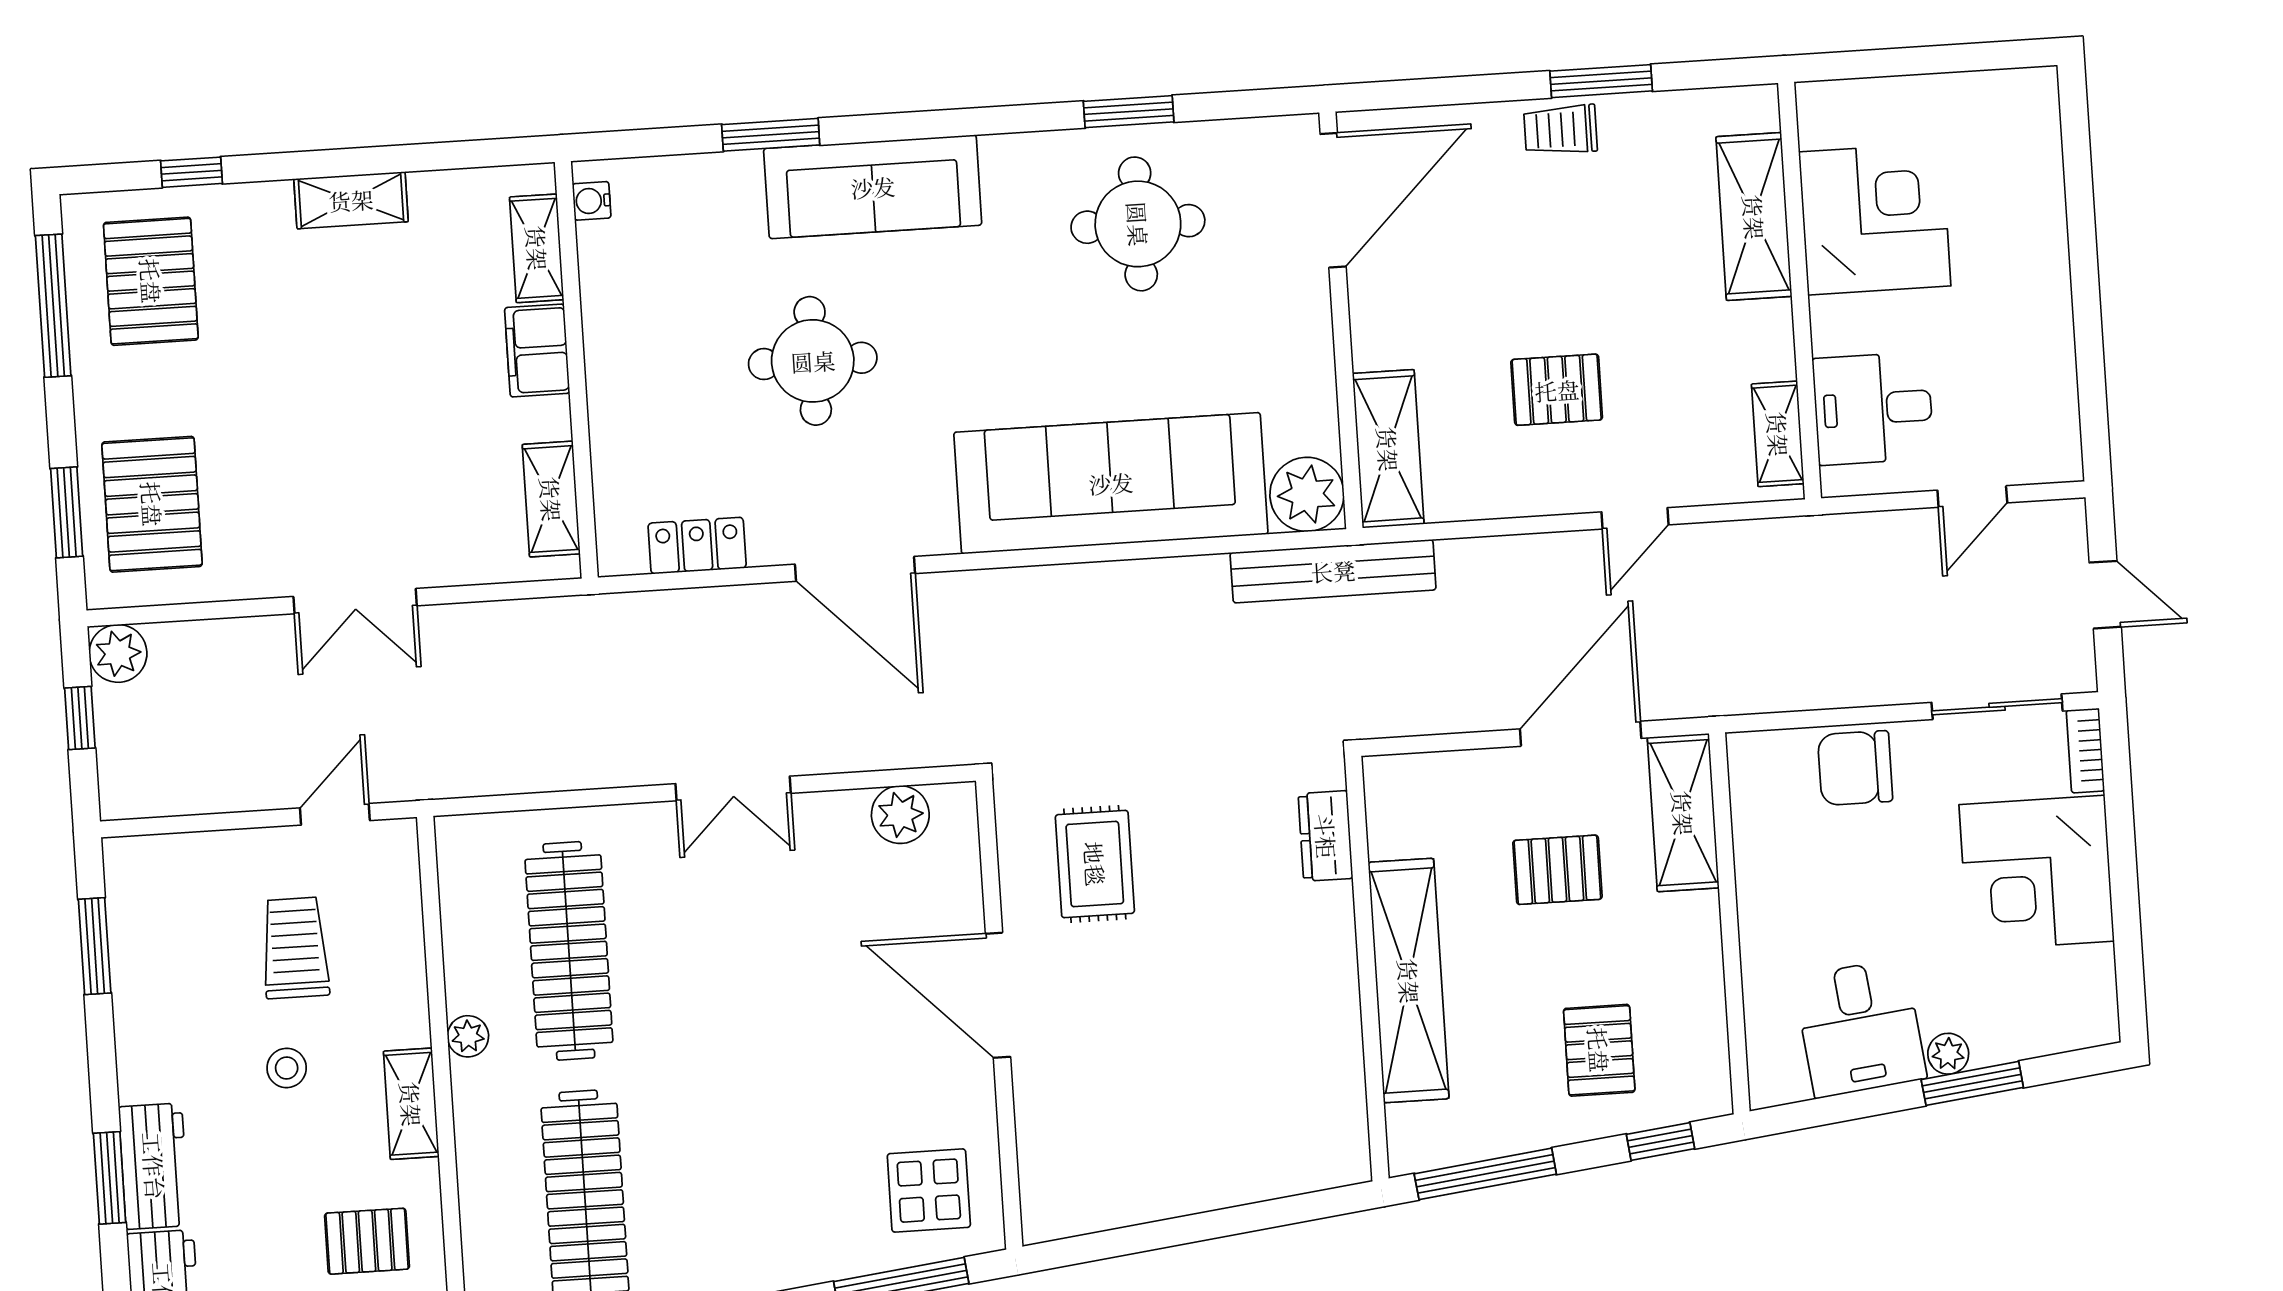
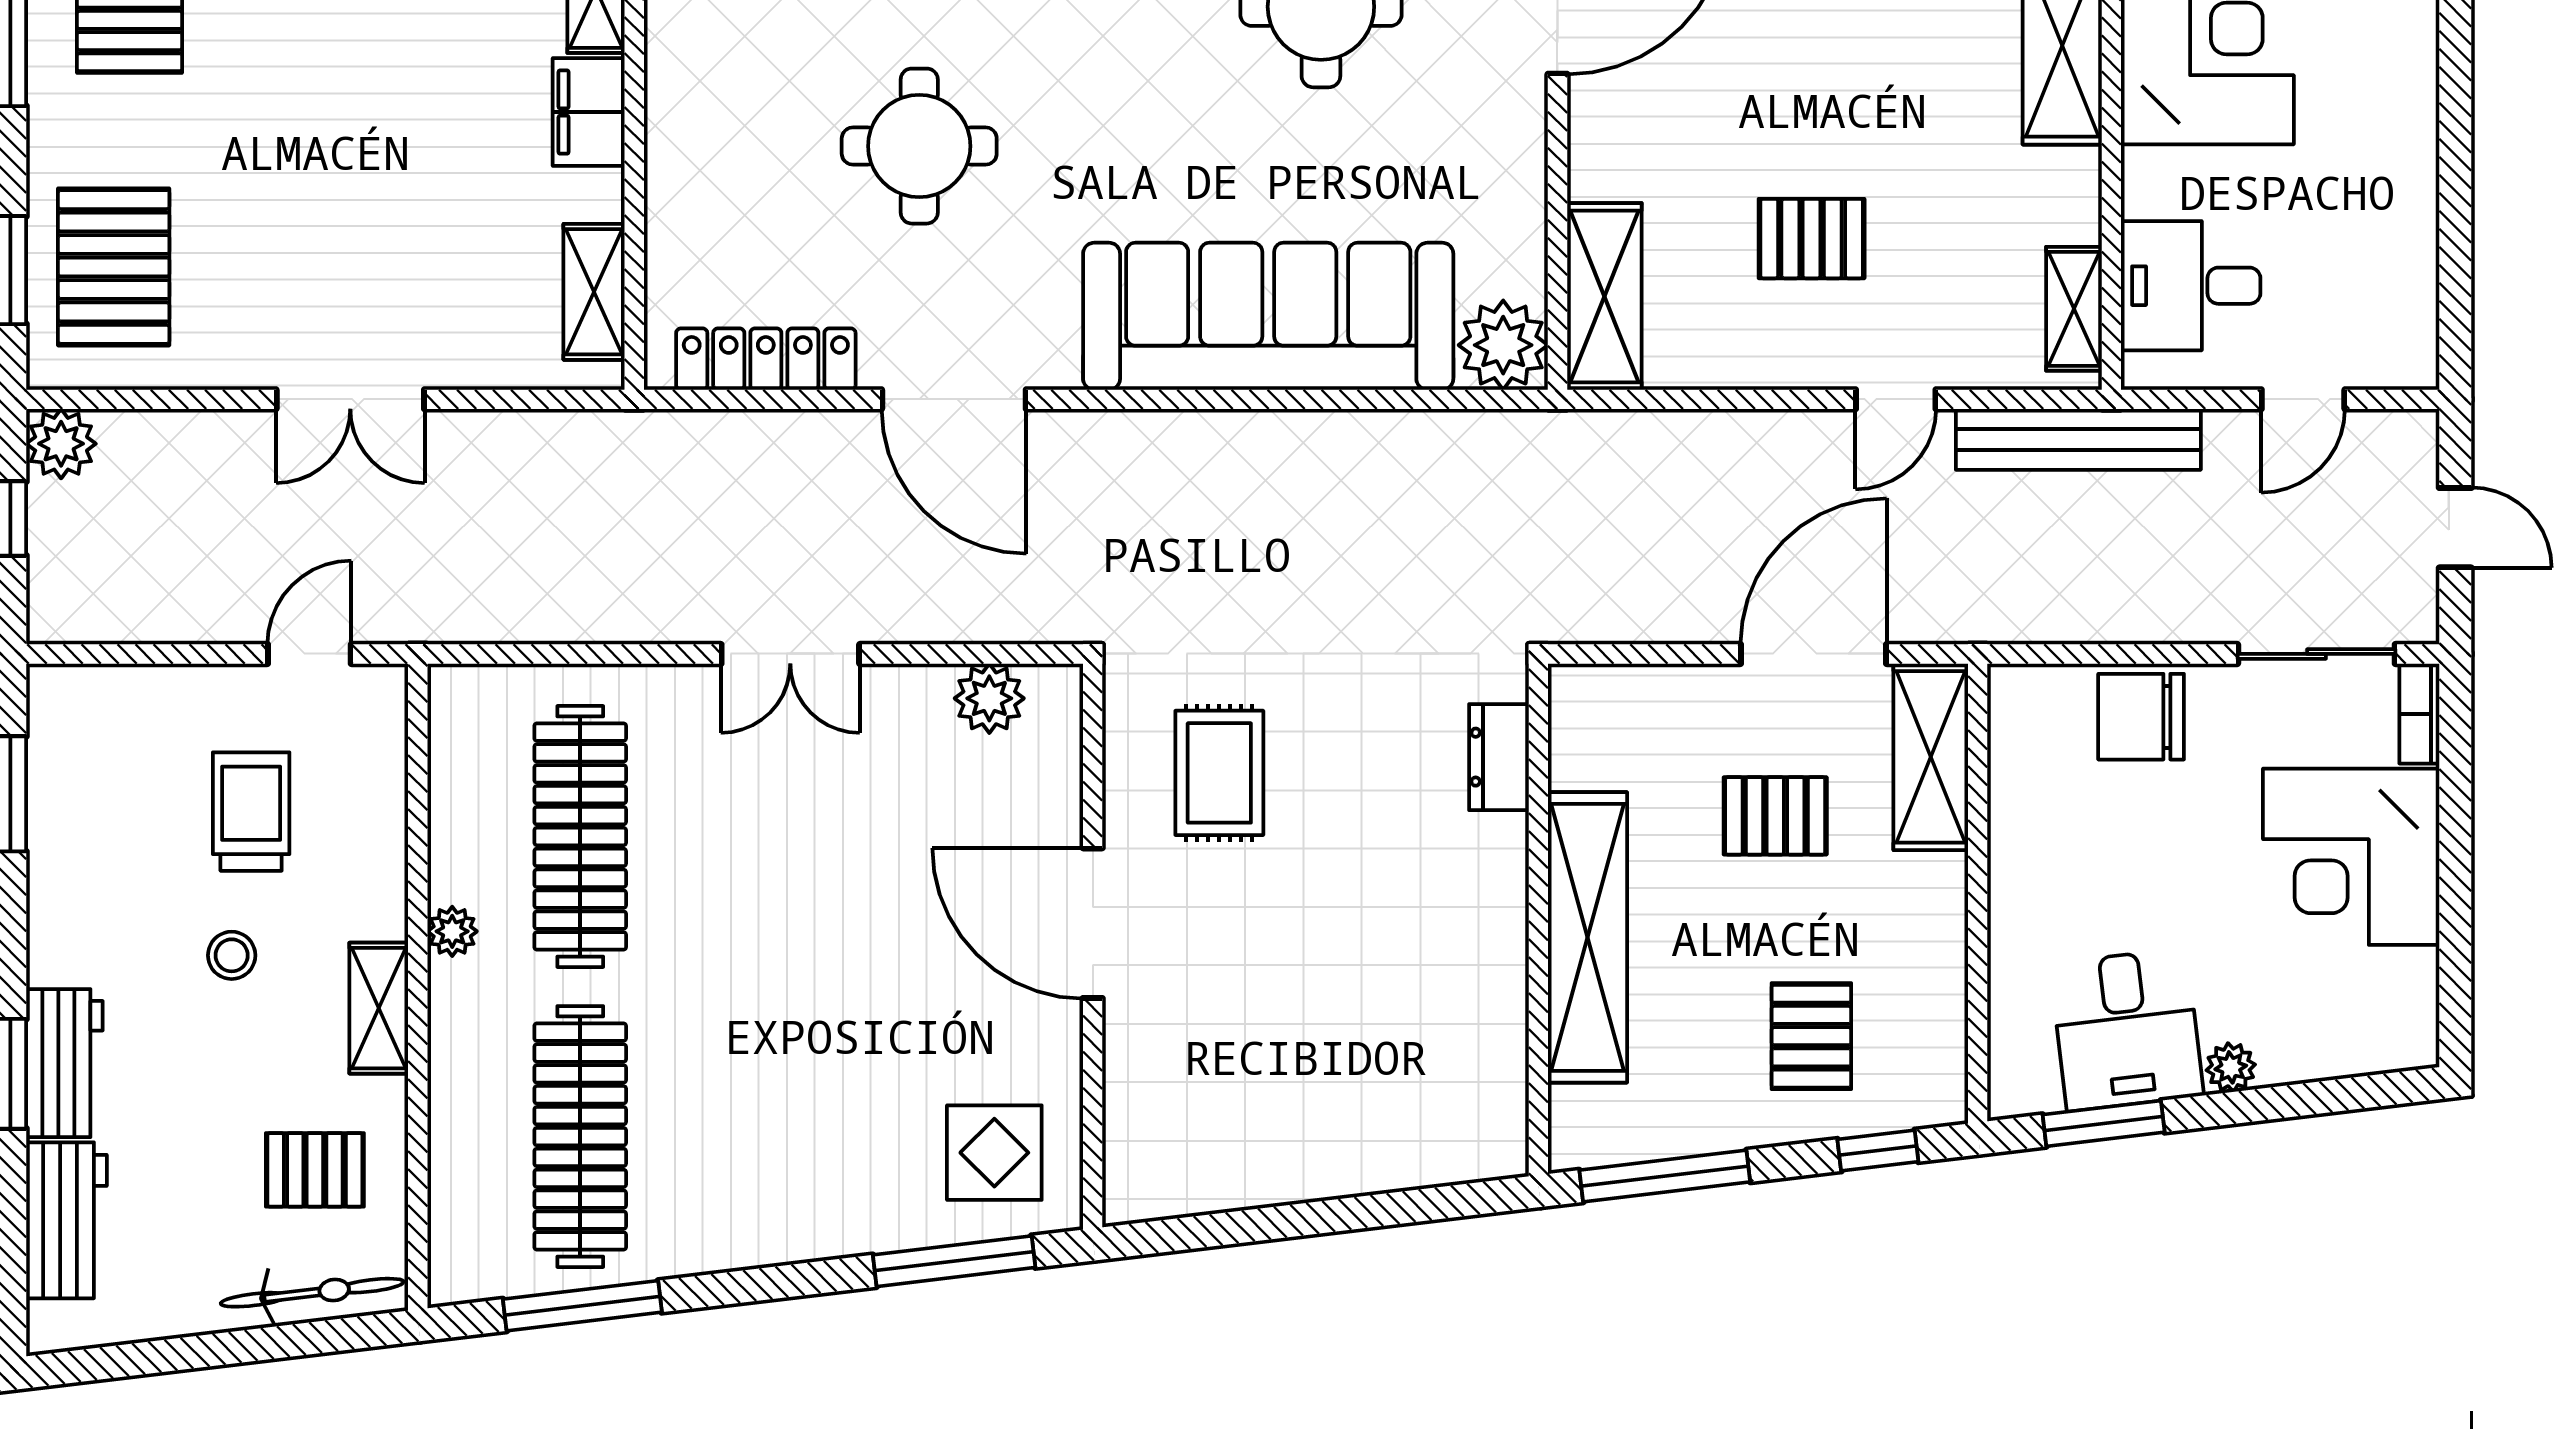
locker: (697, 546) -> (766, 359), width x1.53
bench: (1333, 571) -> (2078, 439), moved
window: (1972, 1083) -> (2104, 1123), moved

